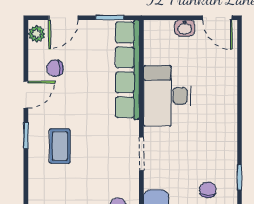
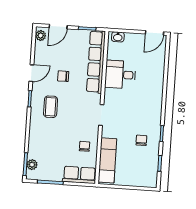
door: (217, 18) -> (154, 33), hinge flipped
washbasin: (185, 28) -> (118, 37), moved
chair: (55, 68) -> (63, 76), moved
desk: (167, 96) -> (120, 75), width x0.73

